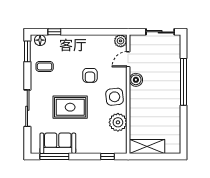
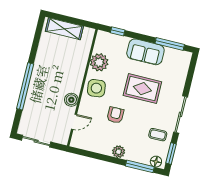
window: (54, 32) -> (140, 166), width x2.17
plant: (121, 41) -> (119, 152), moved
sliding door: (27, 108) -> (181, 114), moved
sofa: (58, 143) -> (145, 52), moved
shelving: (147, 146) -> (64, 29), moved

